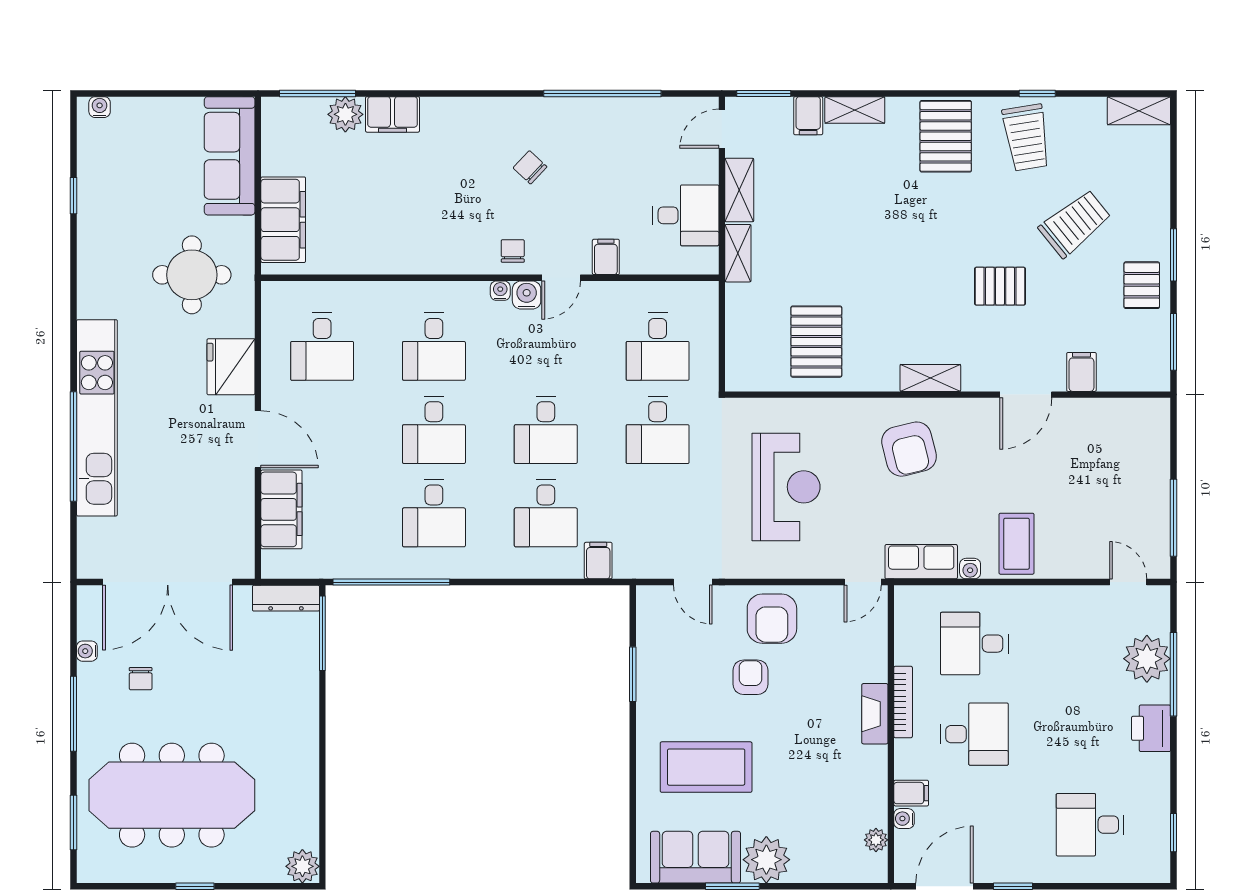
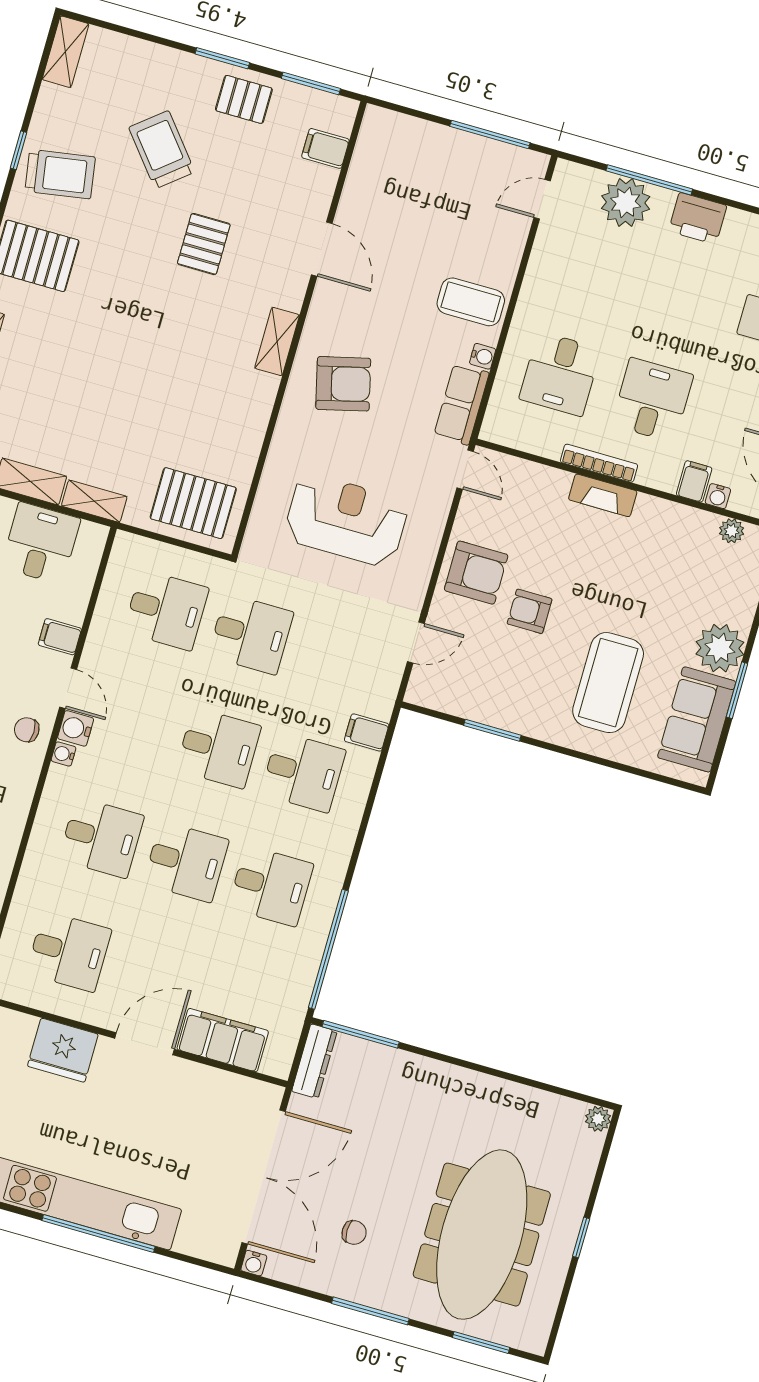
pallet: (816, 342) -> (193, 503), moved
filing cabinet: (1081, 372) -> (325, 148), moved
water cooler: (87, 651) -> (254, 1263), moved
plant: (302, 866) -> (598, 1119), width x0.73, depth x0.73

